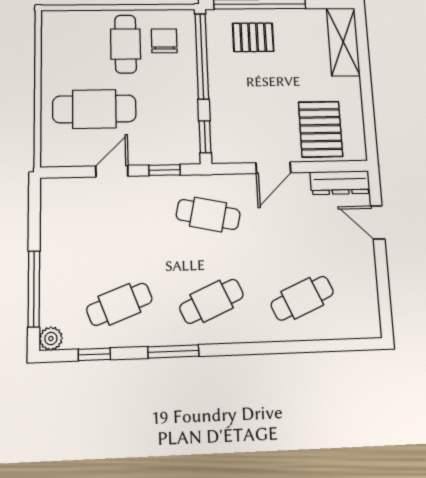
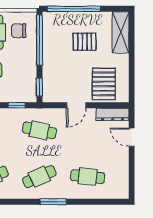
pallet: (253, 37) -> (85, 42), moved
chair: (164, 41) -> (19, 31), turned -90
cafe table: (302, 298) -> (88, 177), turned 30
window: (173, 351) -> (53, 202), moved

